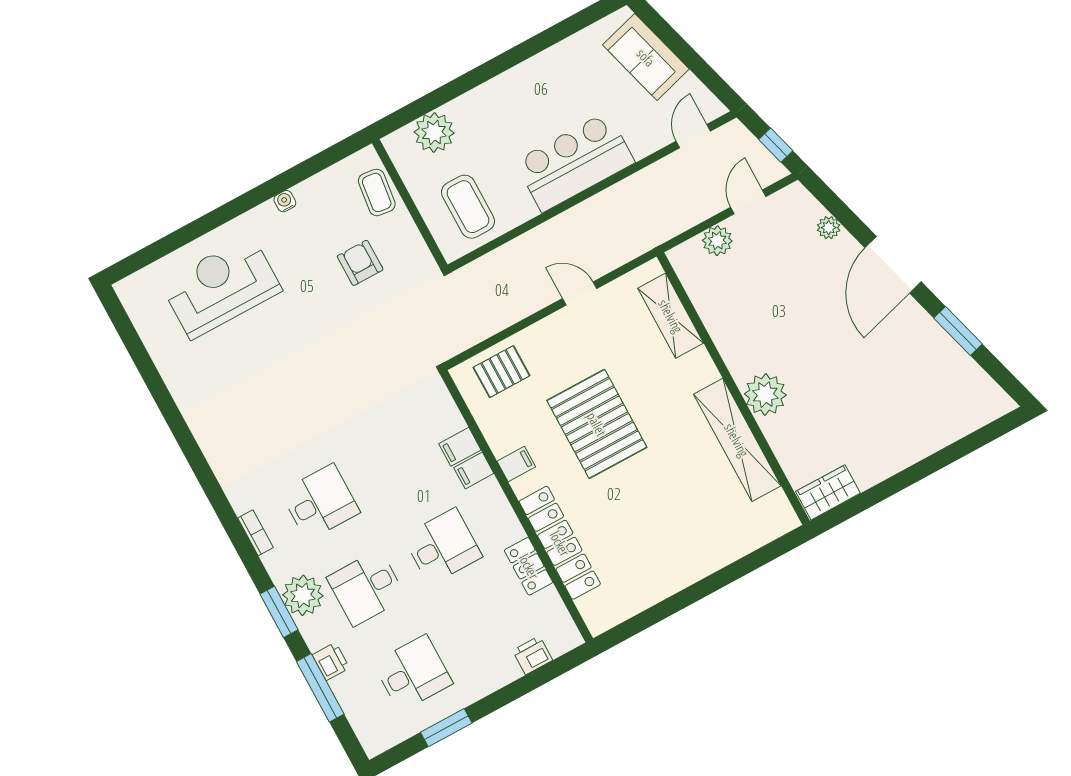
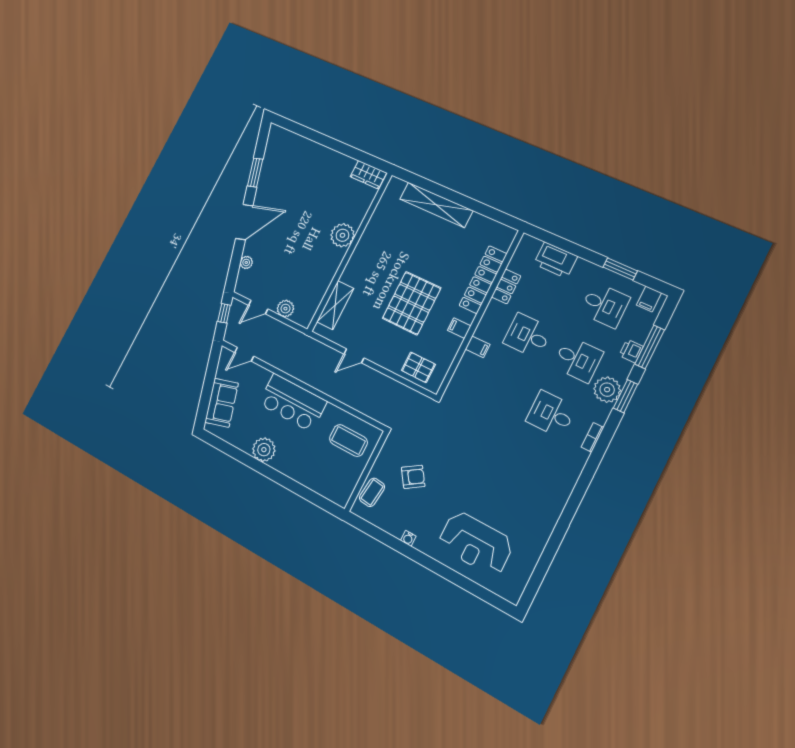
plant: (434, 132) -> (264, 450), moved
coffee table: (468, 207) -> (348, 441), turned 90
armchair: (360, 263) -> (413, 477), turned -124
door: (580, 294) -> (354, 356), hinge flipped
shelving: (737, 440) -> (436, 205), moved, turned 90
filing cabinet: (460, 447) -> (649, 299), moved, turned 90
printer: (533, 655) -> (556, 260), width x1.87, depth x1.48
desk: (413, 673) -> (605, 305), turned 180

